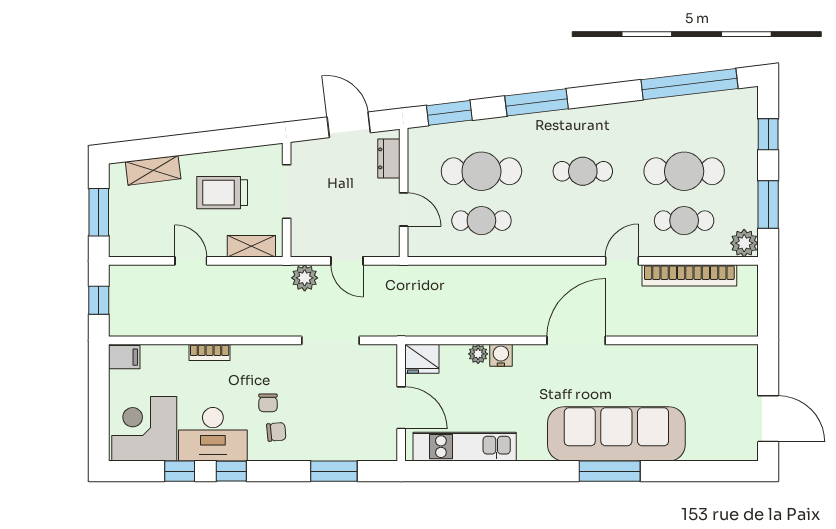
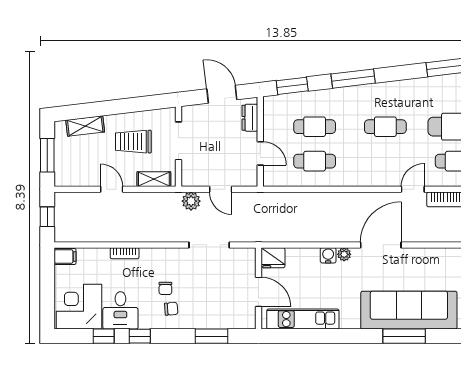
cafe table: (481, 171) -> (315, 127), width x0.73, depth x0.74
plant: (478, 354) -> (344, 254), moved
desk: (213, 434) -> (120, 310), width x0.73

